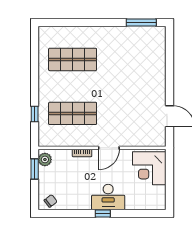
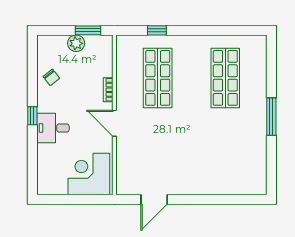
window: (141, 23) -> (271, 117), moved
plant: (45, 159) -> (76, 43), moved
desk: (108, 197) -> (53, 128), width x0.73
chair: (51, 201) -> (51, 77), moved

